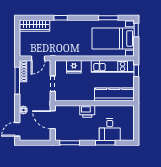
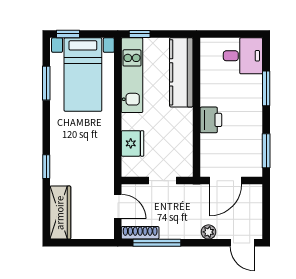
desk: (110, 130) -> (243, 56), moved

